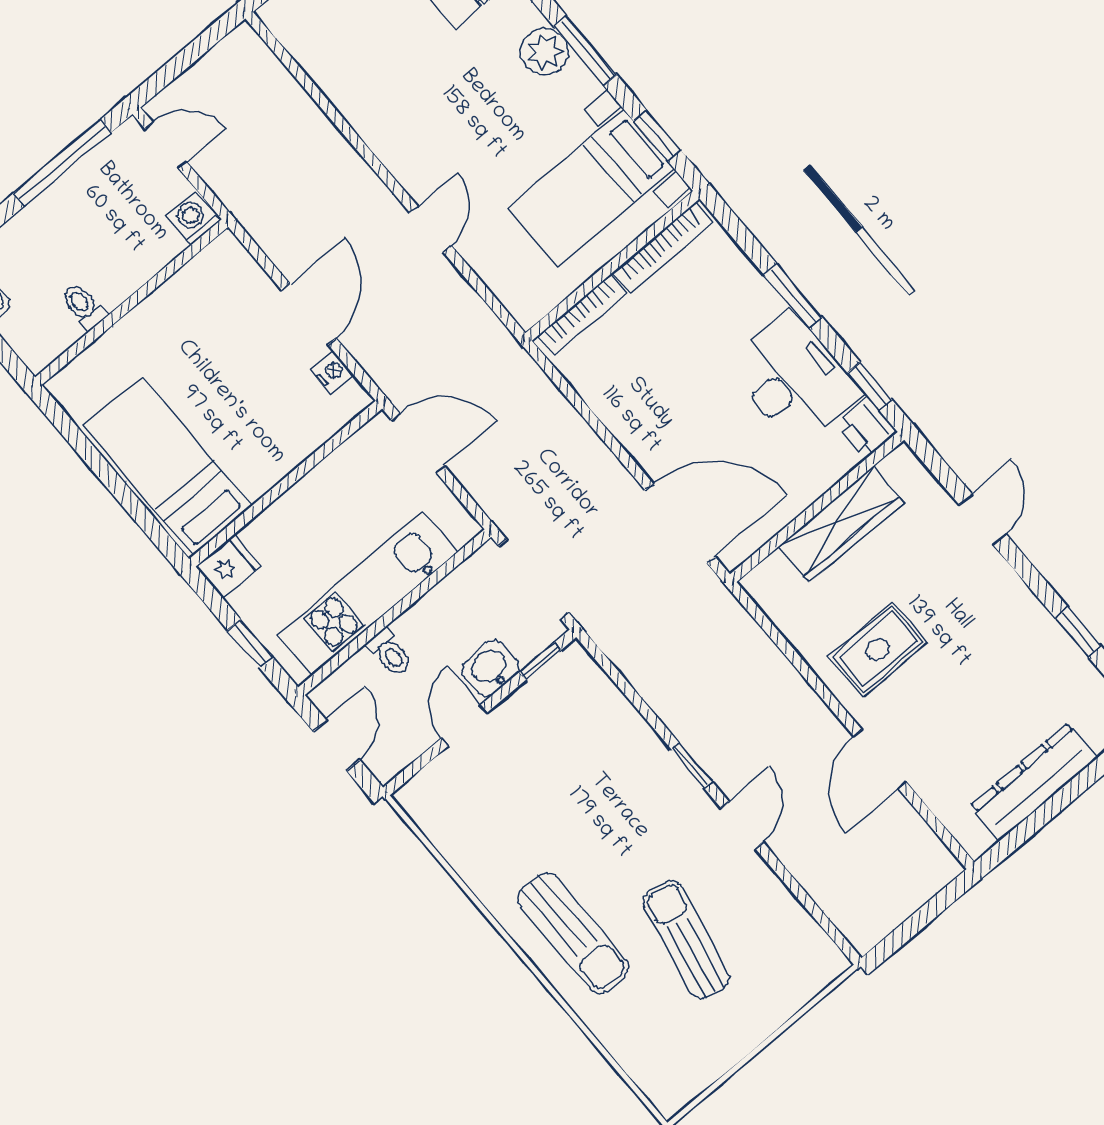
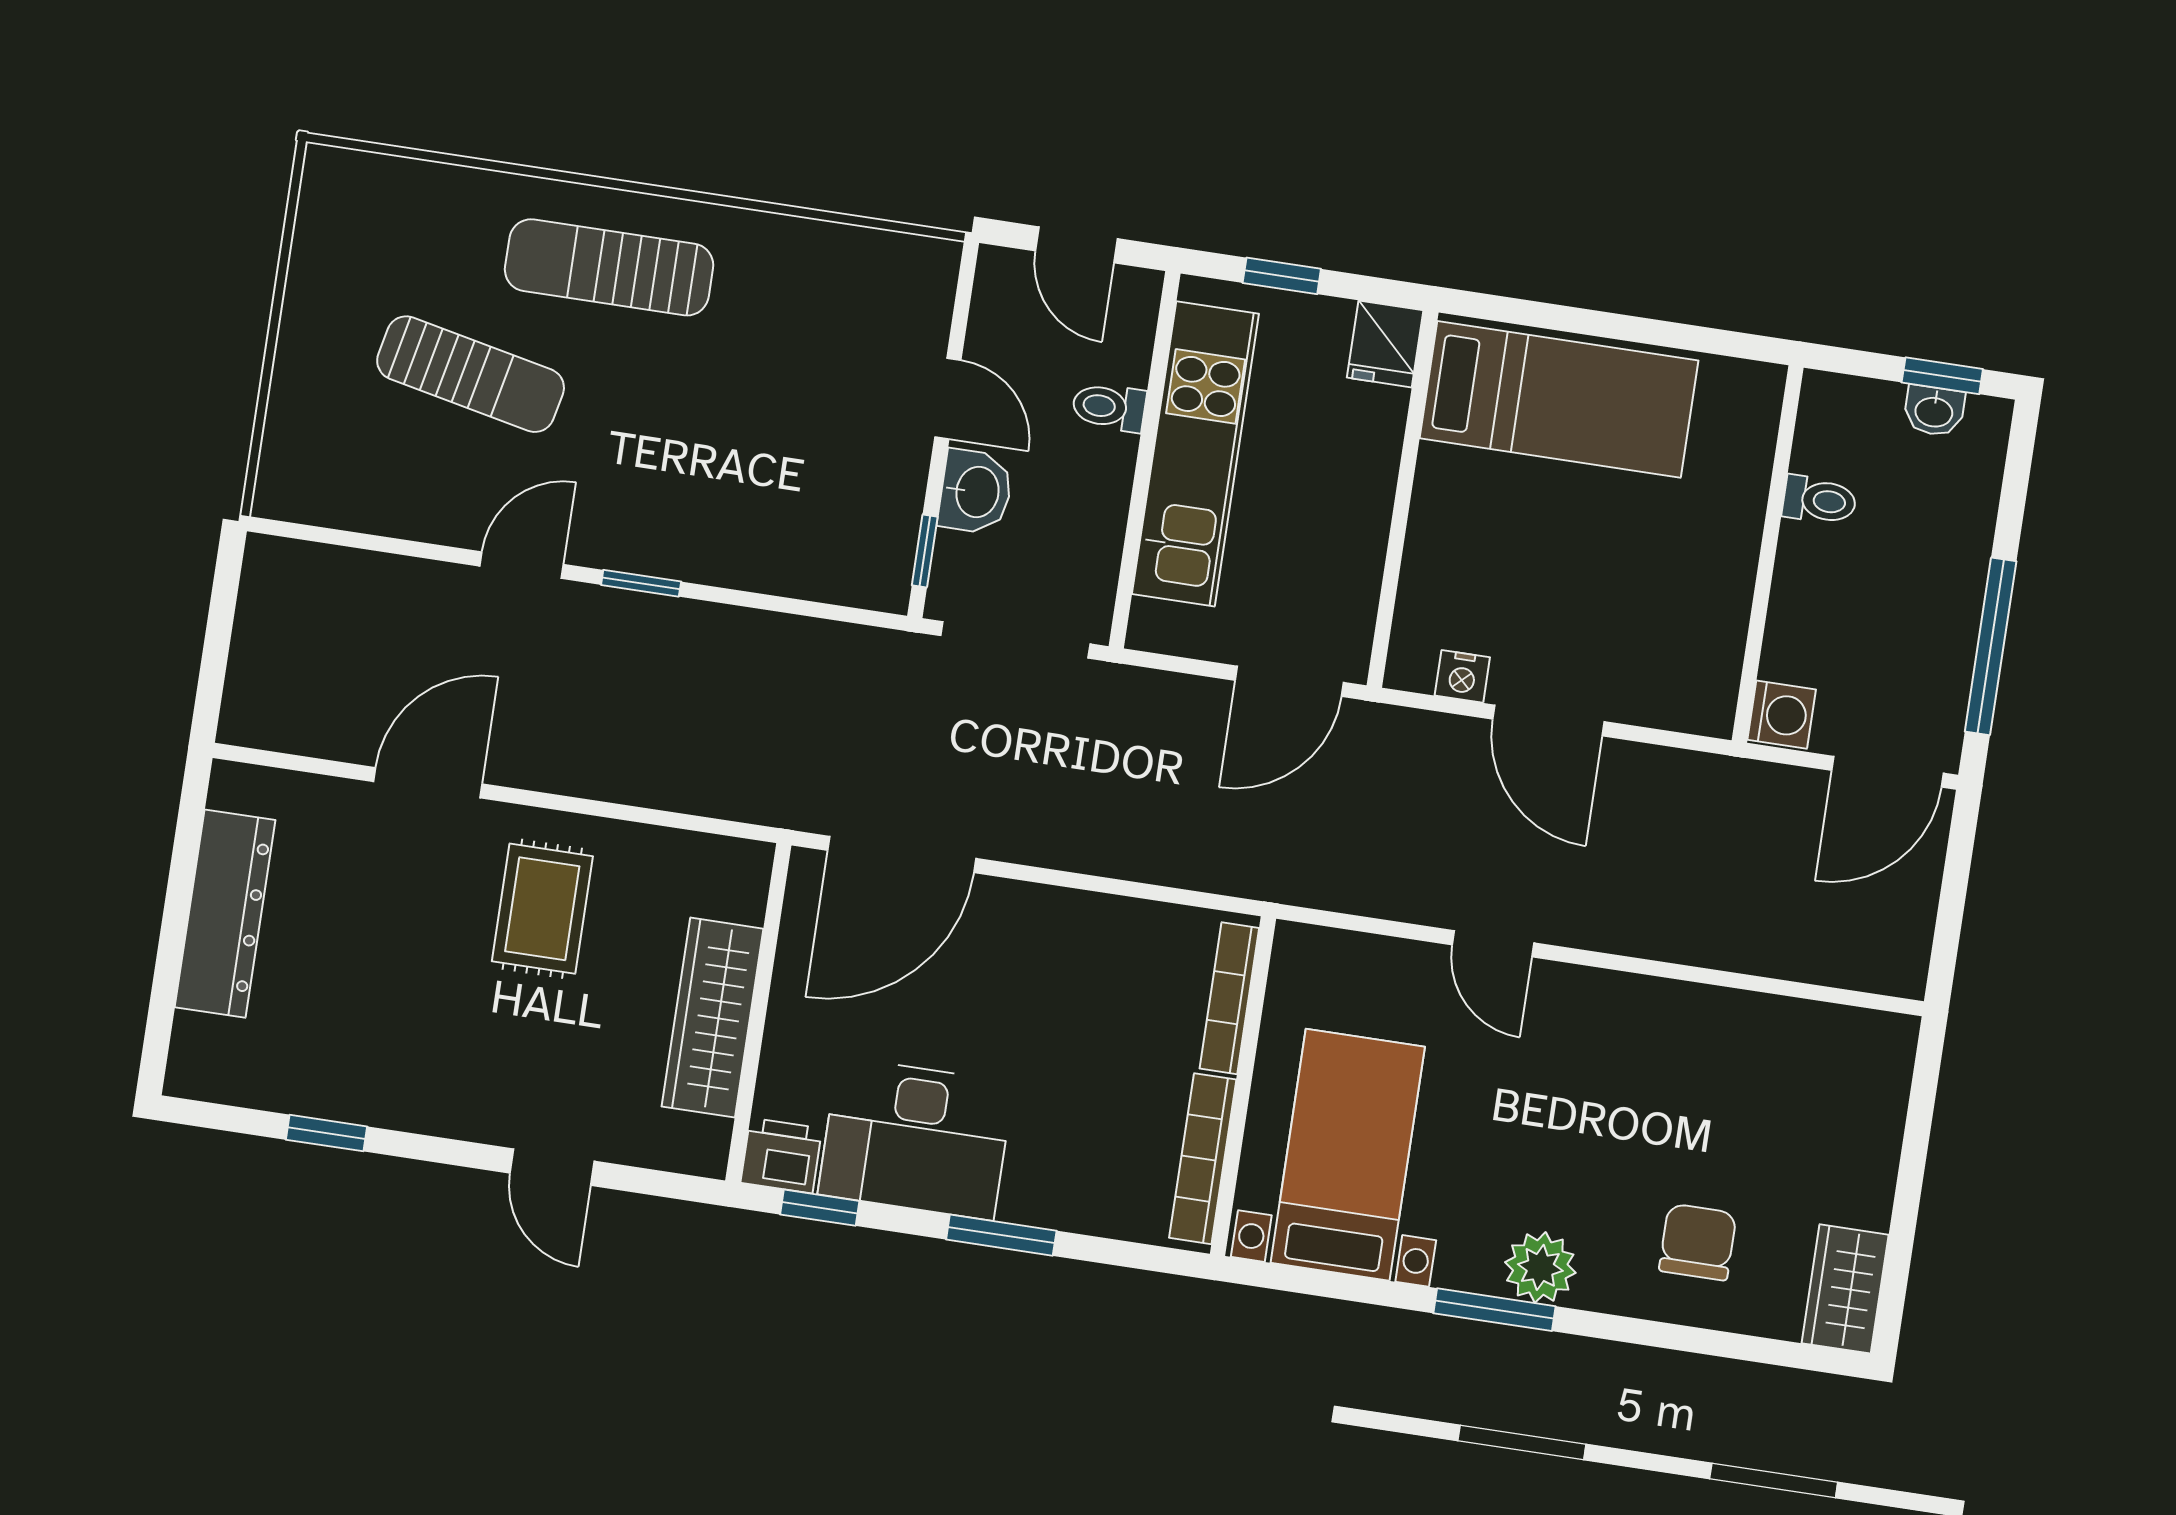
window: (657, 136) -> (1324, 1284), removed
door: (166, 145) -> (1888, 772), width x1.38
door: (880, 759) -> (428, 783), hinge flipped
door: (742, 825) -> (522, 565), swing flipped

